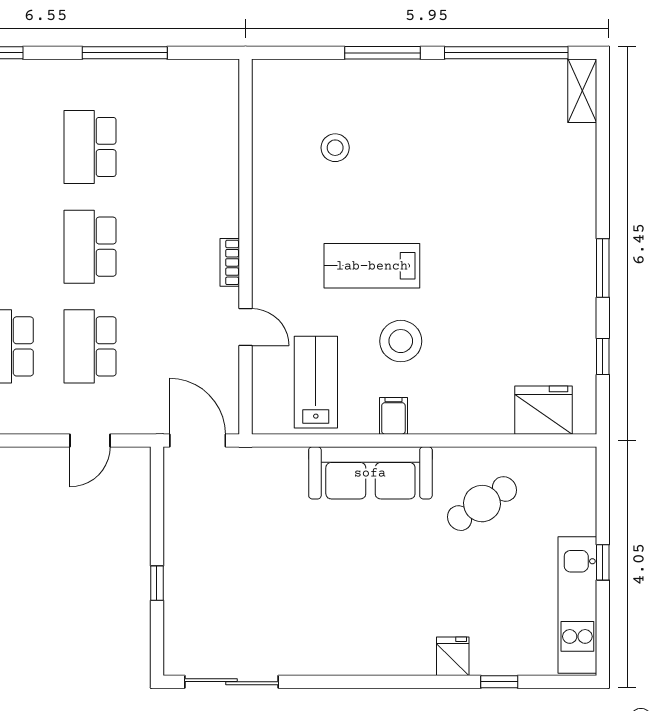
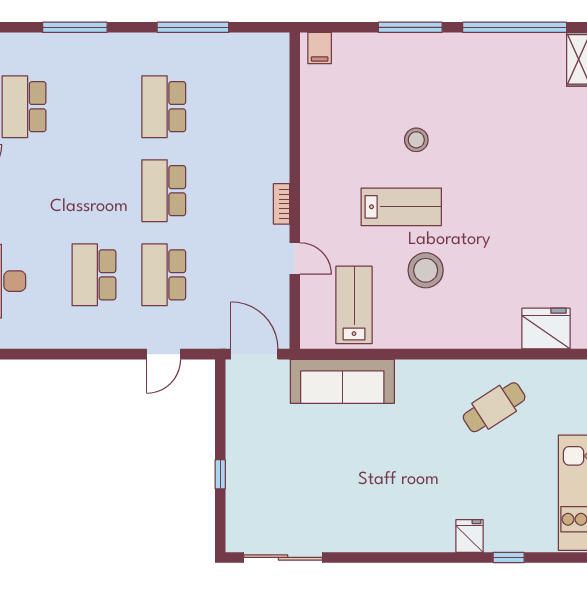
stool: (335, 148) -> (416, 140), moved
lab bench: (372, 266) -> (401, 207), turned 180
filing cabinet: (393, 416) -> (320, 48), moved, turned 180
sofa: (370, 473) -> (342, 381), moved

